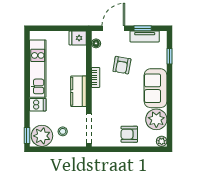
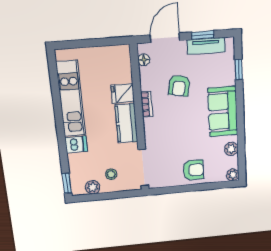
fridge: (78, 38) -> (123, 93), moved
plant: (156, 119) -> (231, 149), width x0.53, depth x0.53
armchair: (129, 134) -> (193, 170), turned 180
plant: (42, 136) -> (93, 187), width x0.53, depth x0.53

